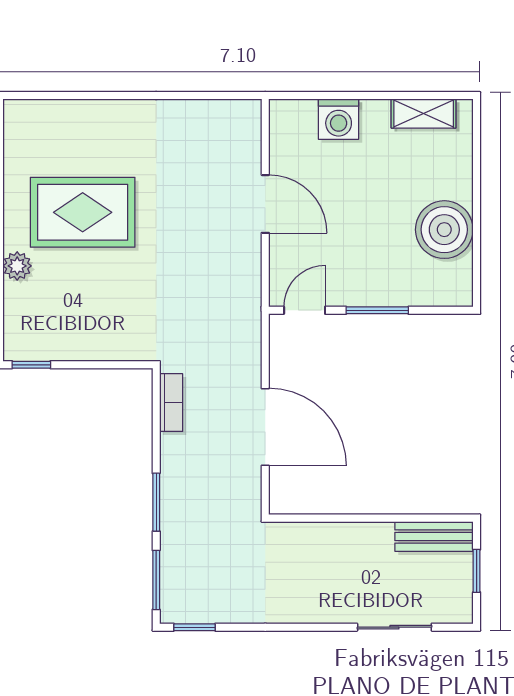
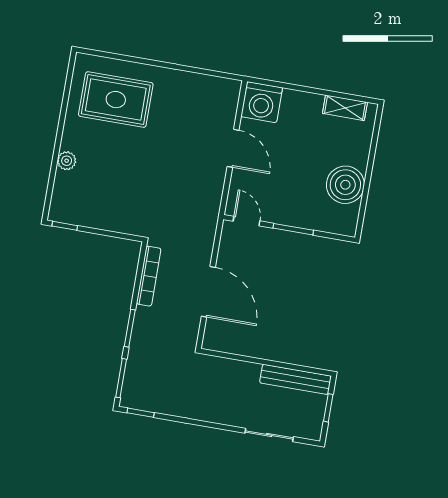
washing machine: (339, 119) -> (262, 102), moved, width x1.37, depth x1.37
rug: (83, 212) -> (116, 100), moved
door: (305, 310) -> (247, 221), hinge flipped
bookcase: (171, 403) -> (149, 276), width x1.56
bench: (434, 536) -> (295, 379), width x1.36

